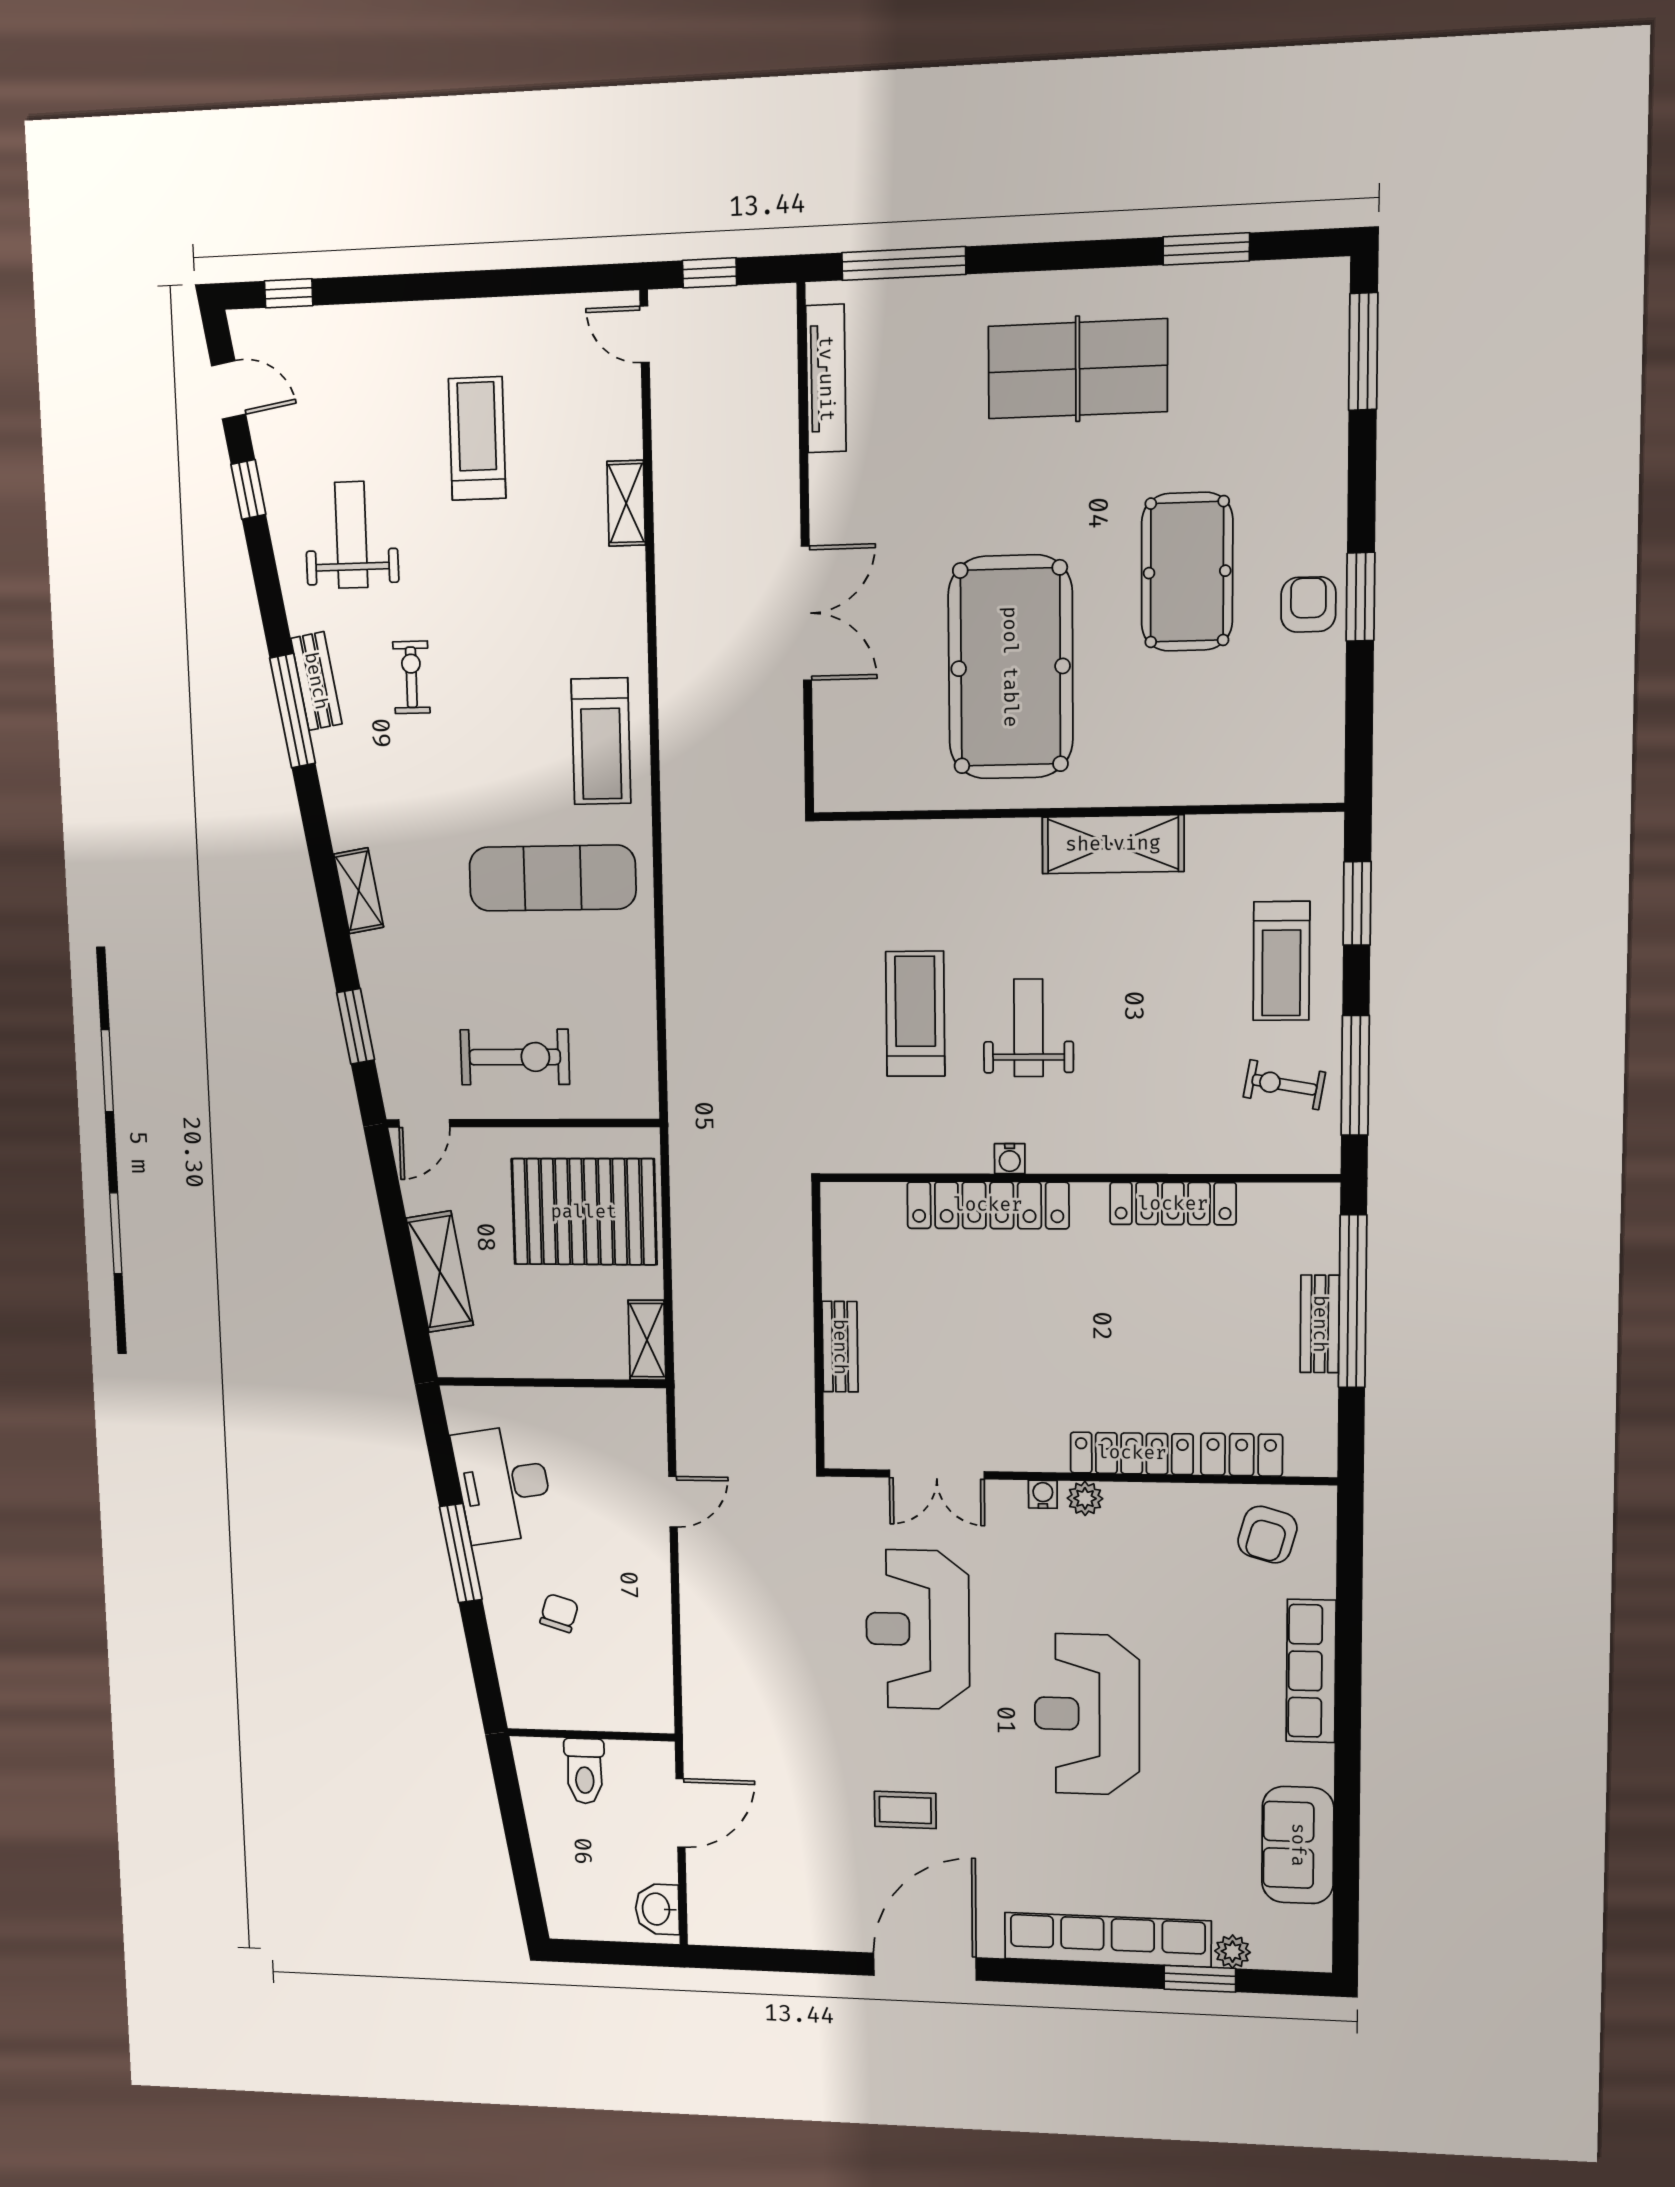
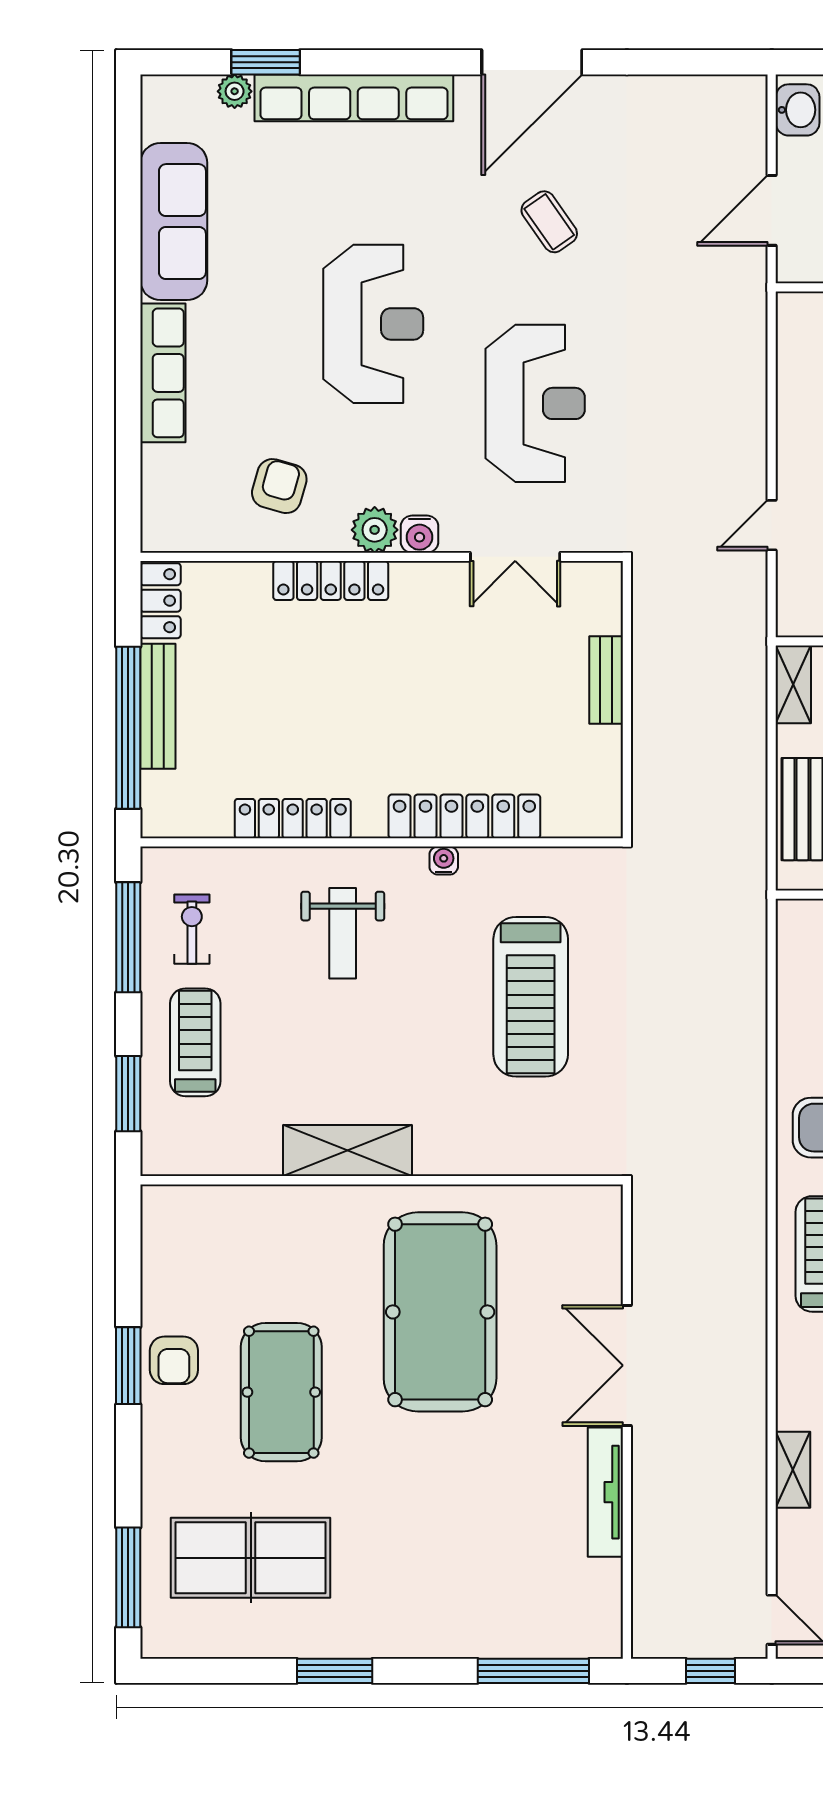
window: (1206, 249) -> (335, 1671), moved
table tennis table: (1078, 369) -> (251, 1558), moved
tv unit: (826, 379) -> (605, 1492), moved
treadmill: (915, 1014) -> (531, 997), width x1.37, depth x1.38
weight bench: (1028, 1028) -> (343, 933), moved
exercise bike: (1284, 1085) -> (192, 929), turned -100
bench: (1320, 1324) -> (158, 706), width x1.36
locker: (1242, 1455) -> (160, 601), moved, turned -90
double door: (937, 1474) -> (515, 557), swing flipped
water cooler: (1043, 1494) -> (420, 534), width x1.38, depth x1.38
plant: (1085, 1498) -> (375, 530), width x1.38, depth x1.38
armchair: (1267, 1535) -> (279, 486), moved
coffee table: (905, 1810) -> (549, 222), turned 55
sofa: (1298, 1845) -> (174, 222), width x1.36

